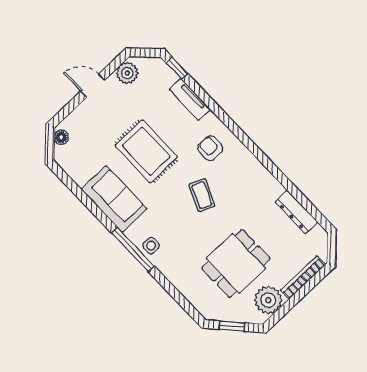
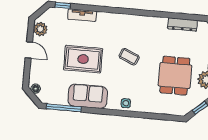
door: (93, 86) -> (29, 50), swing flipped
armchair: (210, 148) -> (113, 30), removed
window: (133, 249) -> (64, 108), moved

